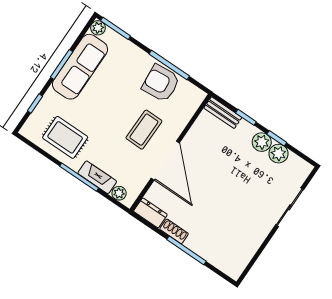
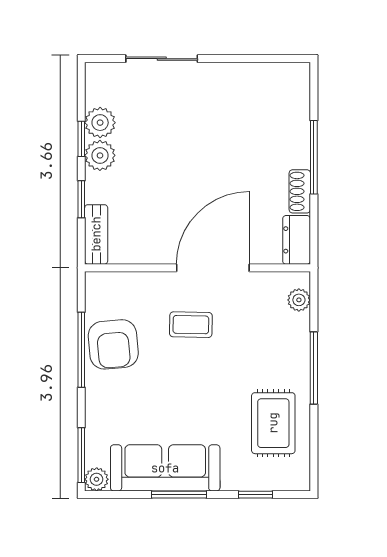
coffee table: (144, 130) -> (191, 325), width x0.73, depth x0.77
fireplace: (97, 177) -> (297, 344), removed

